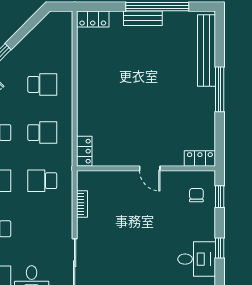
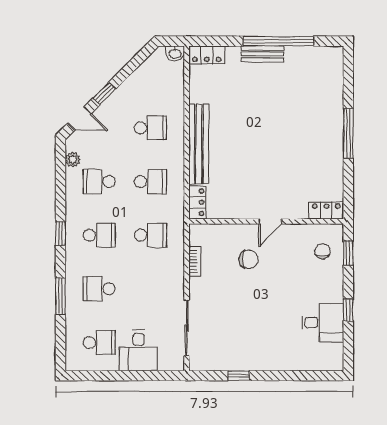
washbasin: (64, 18) -> (175, 53), added
bench: (206, 50) -> (199, 144), moved
door: (150, 168) -> (270, 221), hinge flipped
school desk: (42, 181) -> (150, 235), turned 180
chair: (130, 202) -> (248, 259), added

